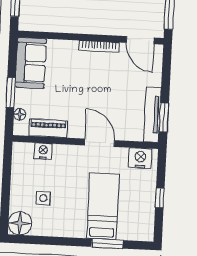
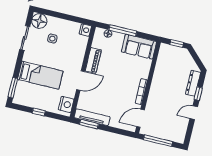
window: (11, 93) -> (123, 31), width x1.44
piano: (48, 128) -> (93, 60), moved
nightstand: (43, 151) -> (85, 30), moved
sliding door: (50, 241) -> (25, 38), added
window: (107, 244) -> (13, 88), moved

